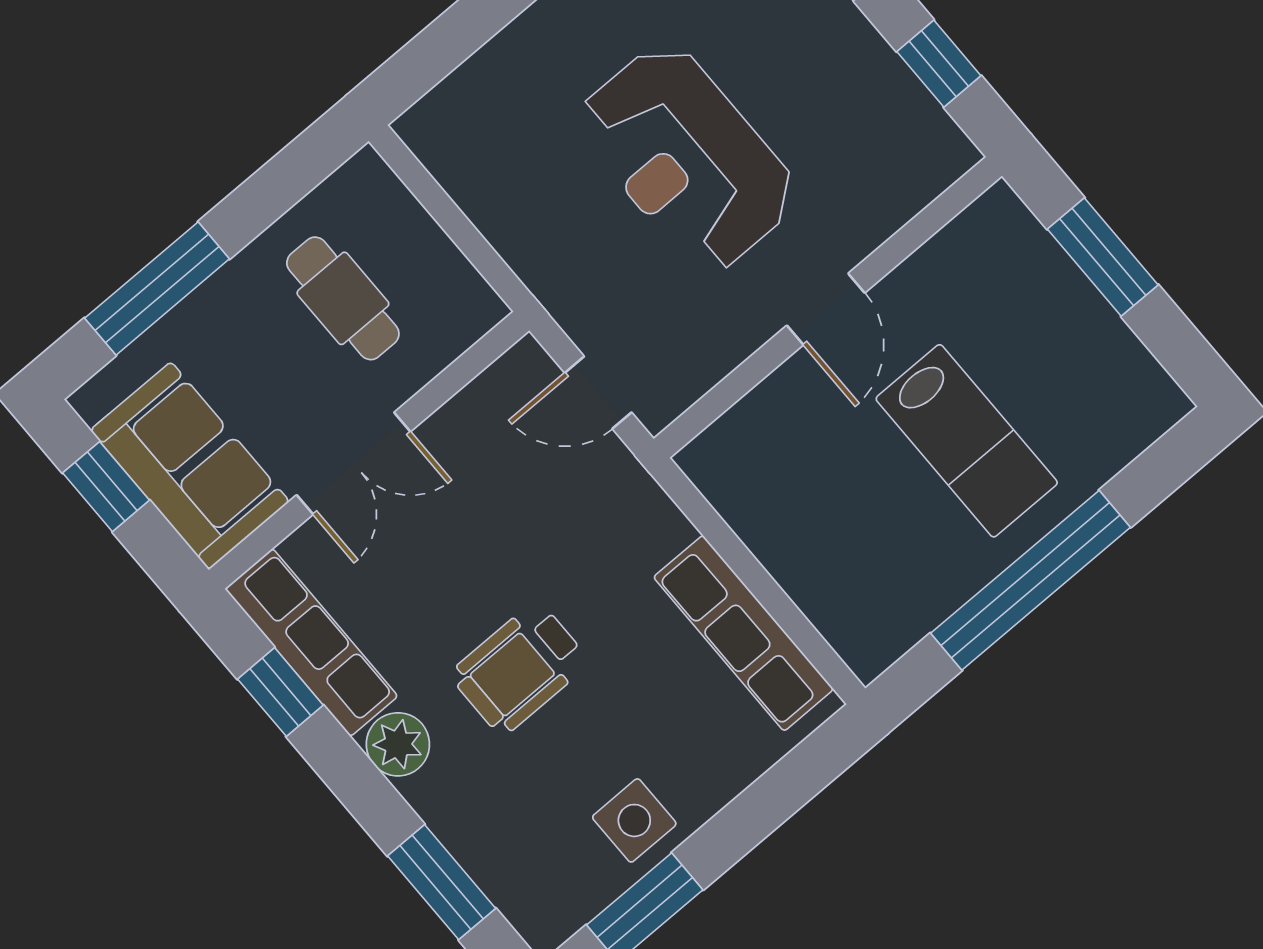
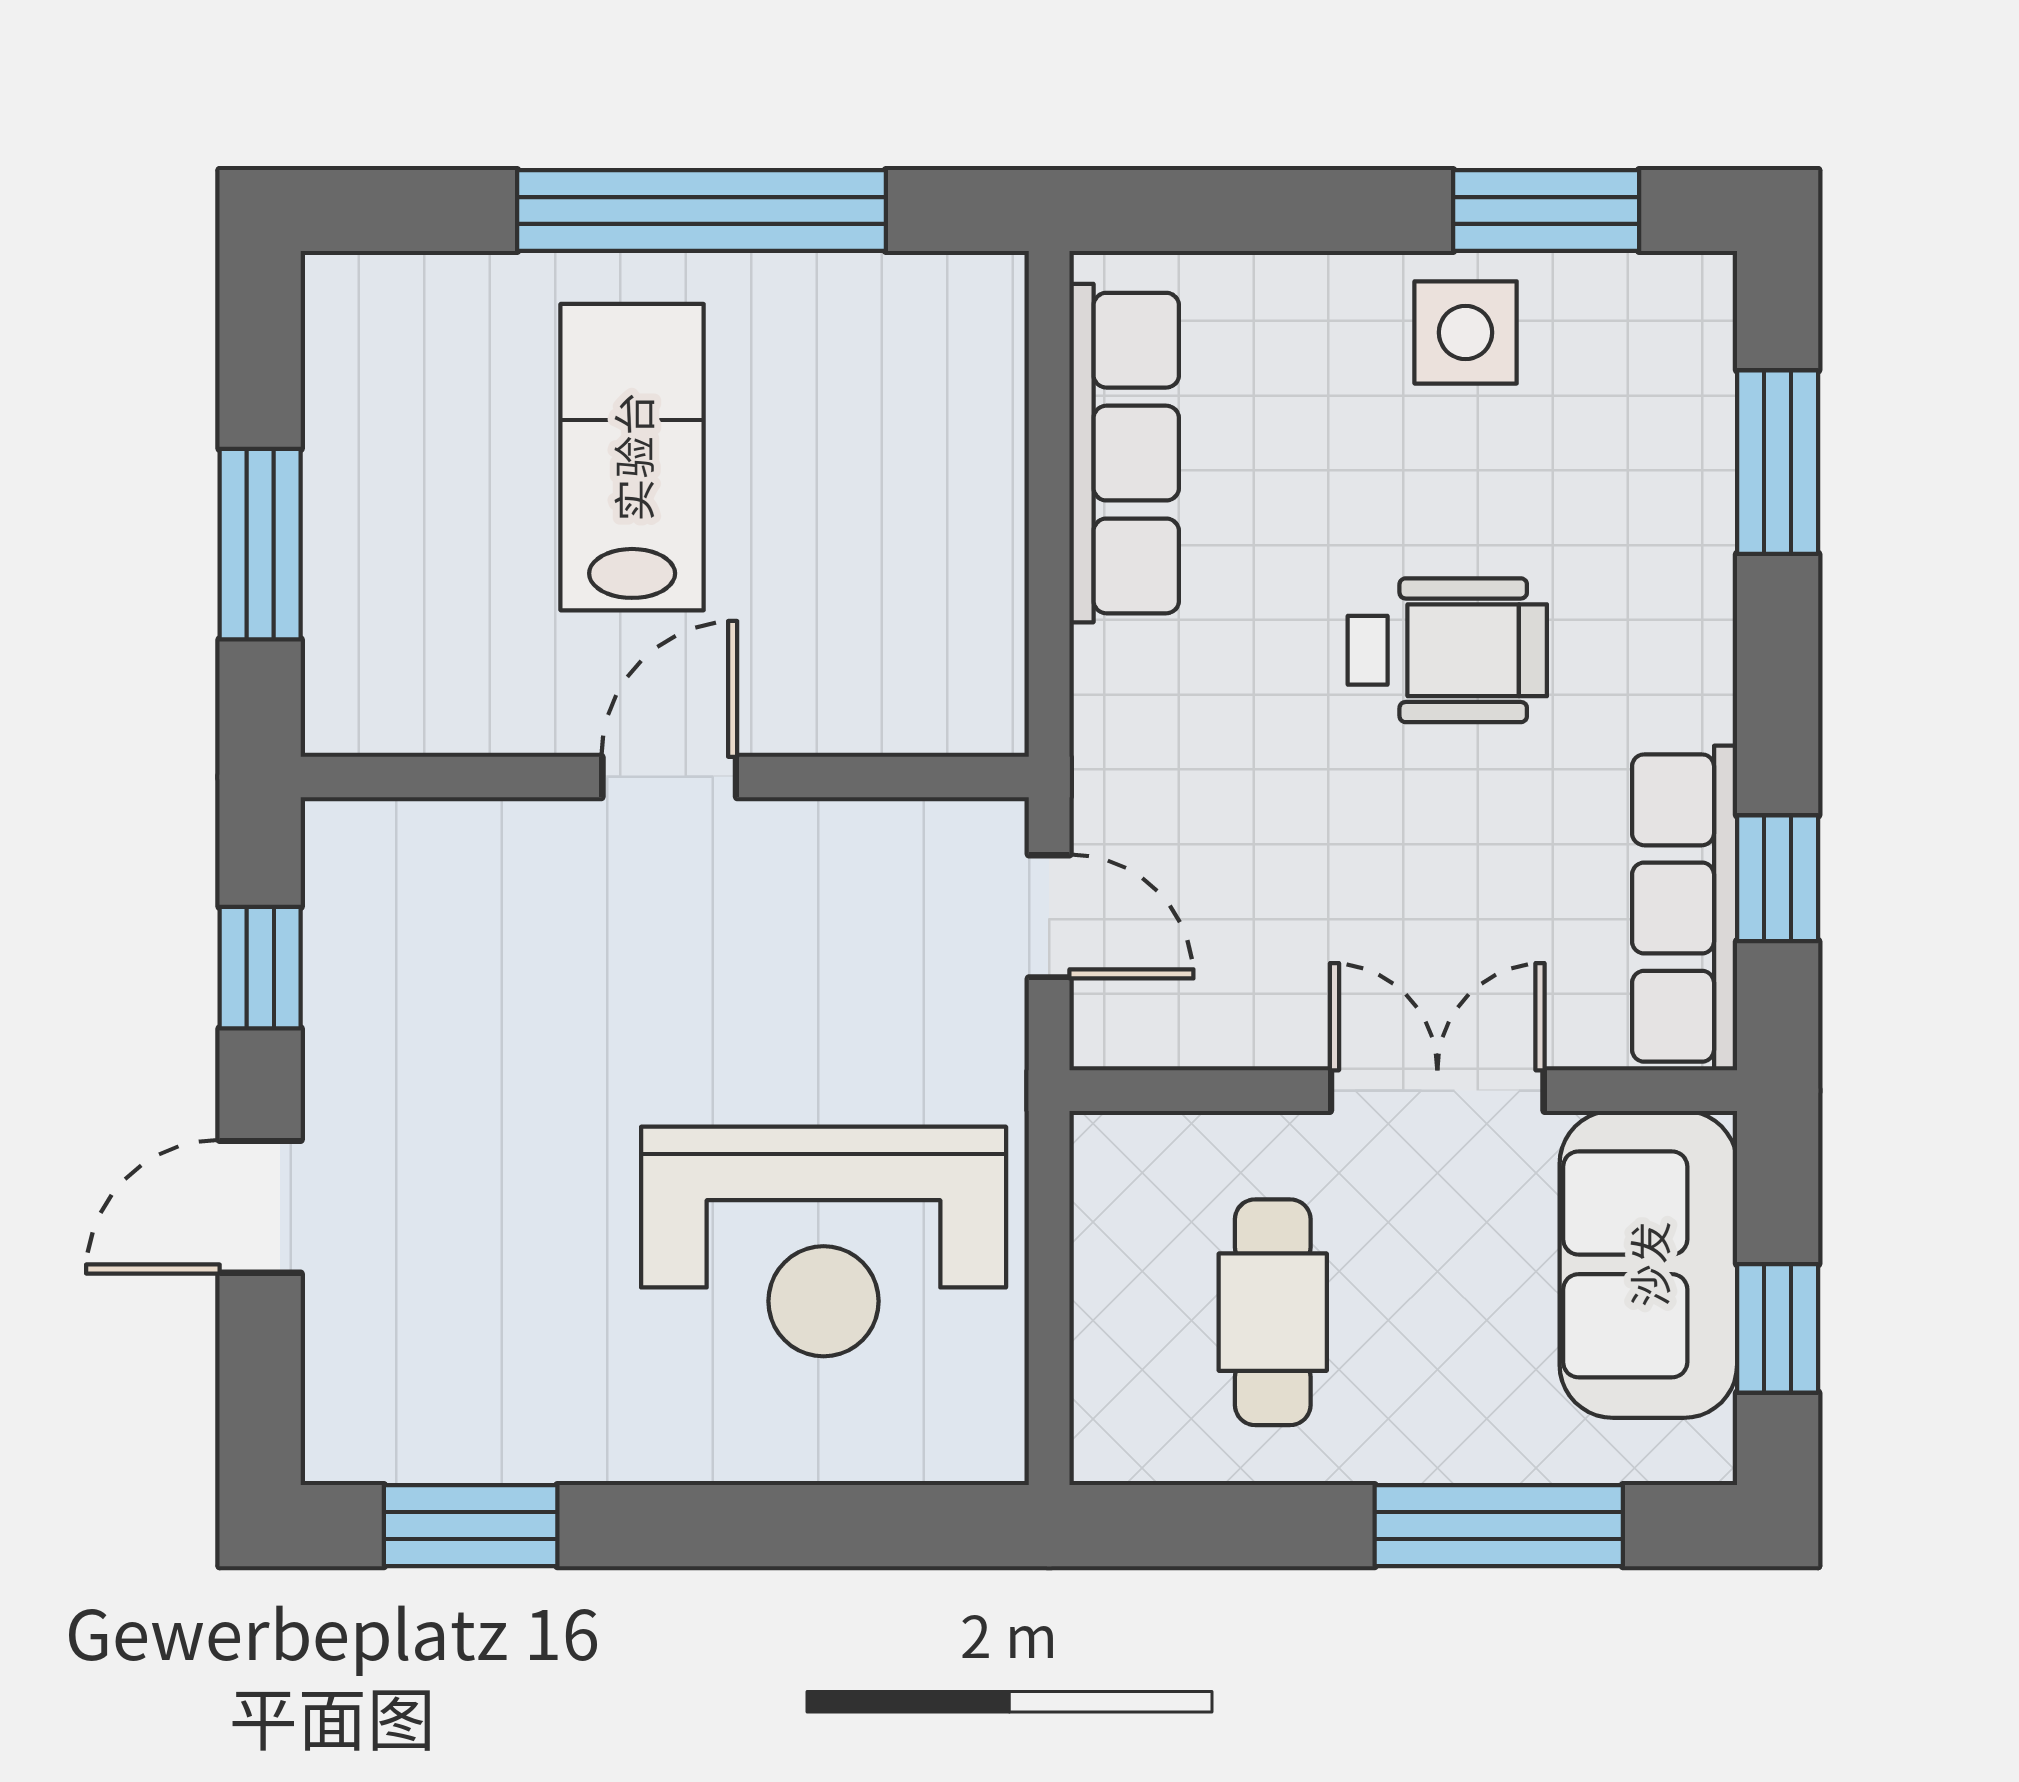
reception desk: (687, 158) -> (824, 1242), moved, turned 90
plant: (398, 744) -> (1684, 685), removed

